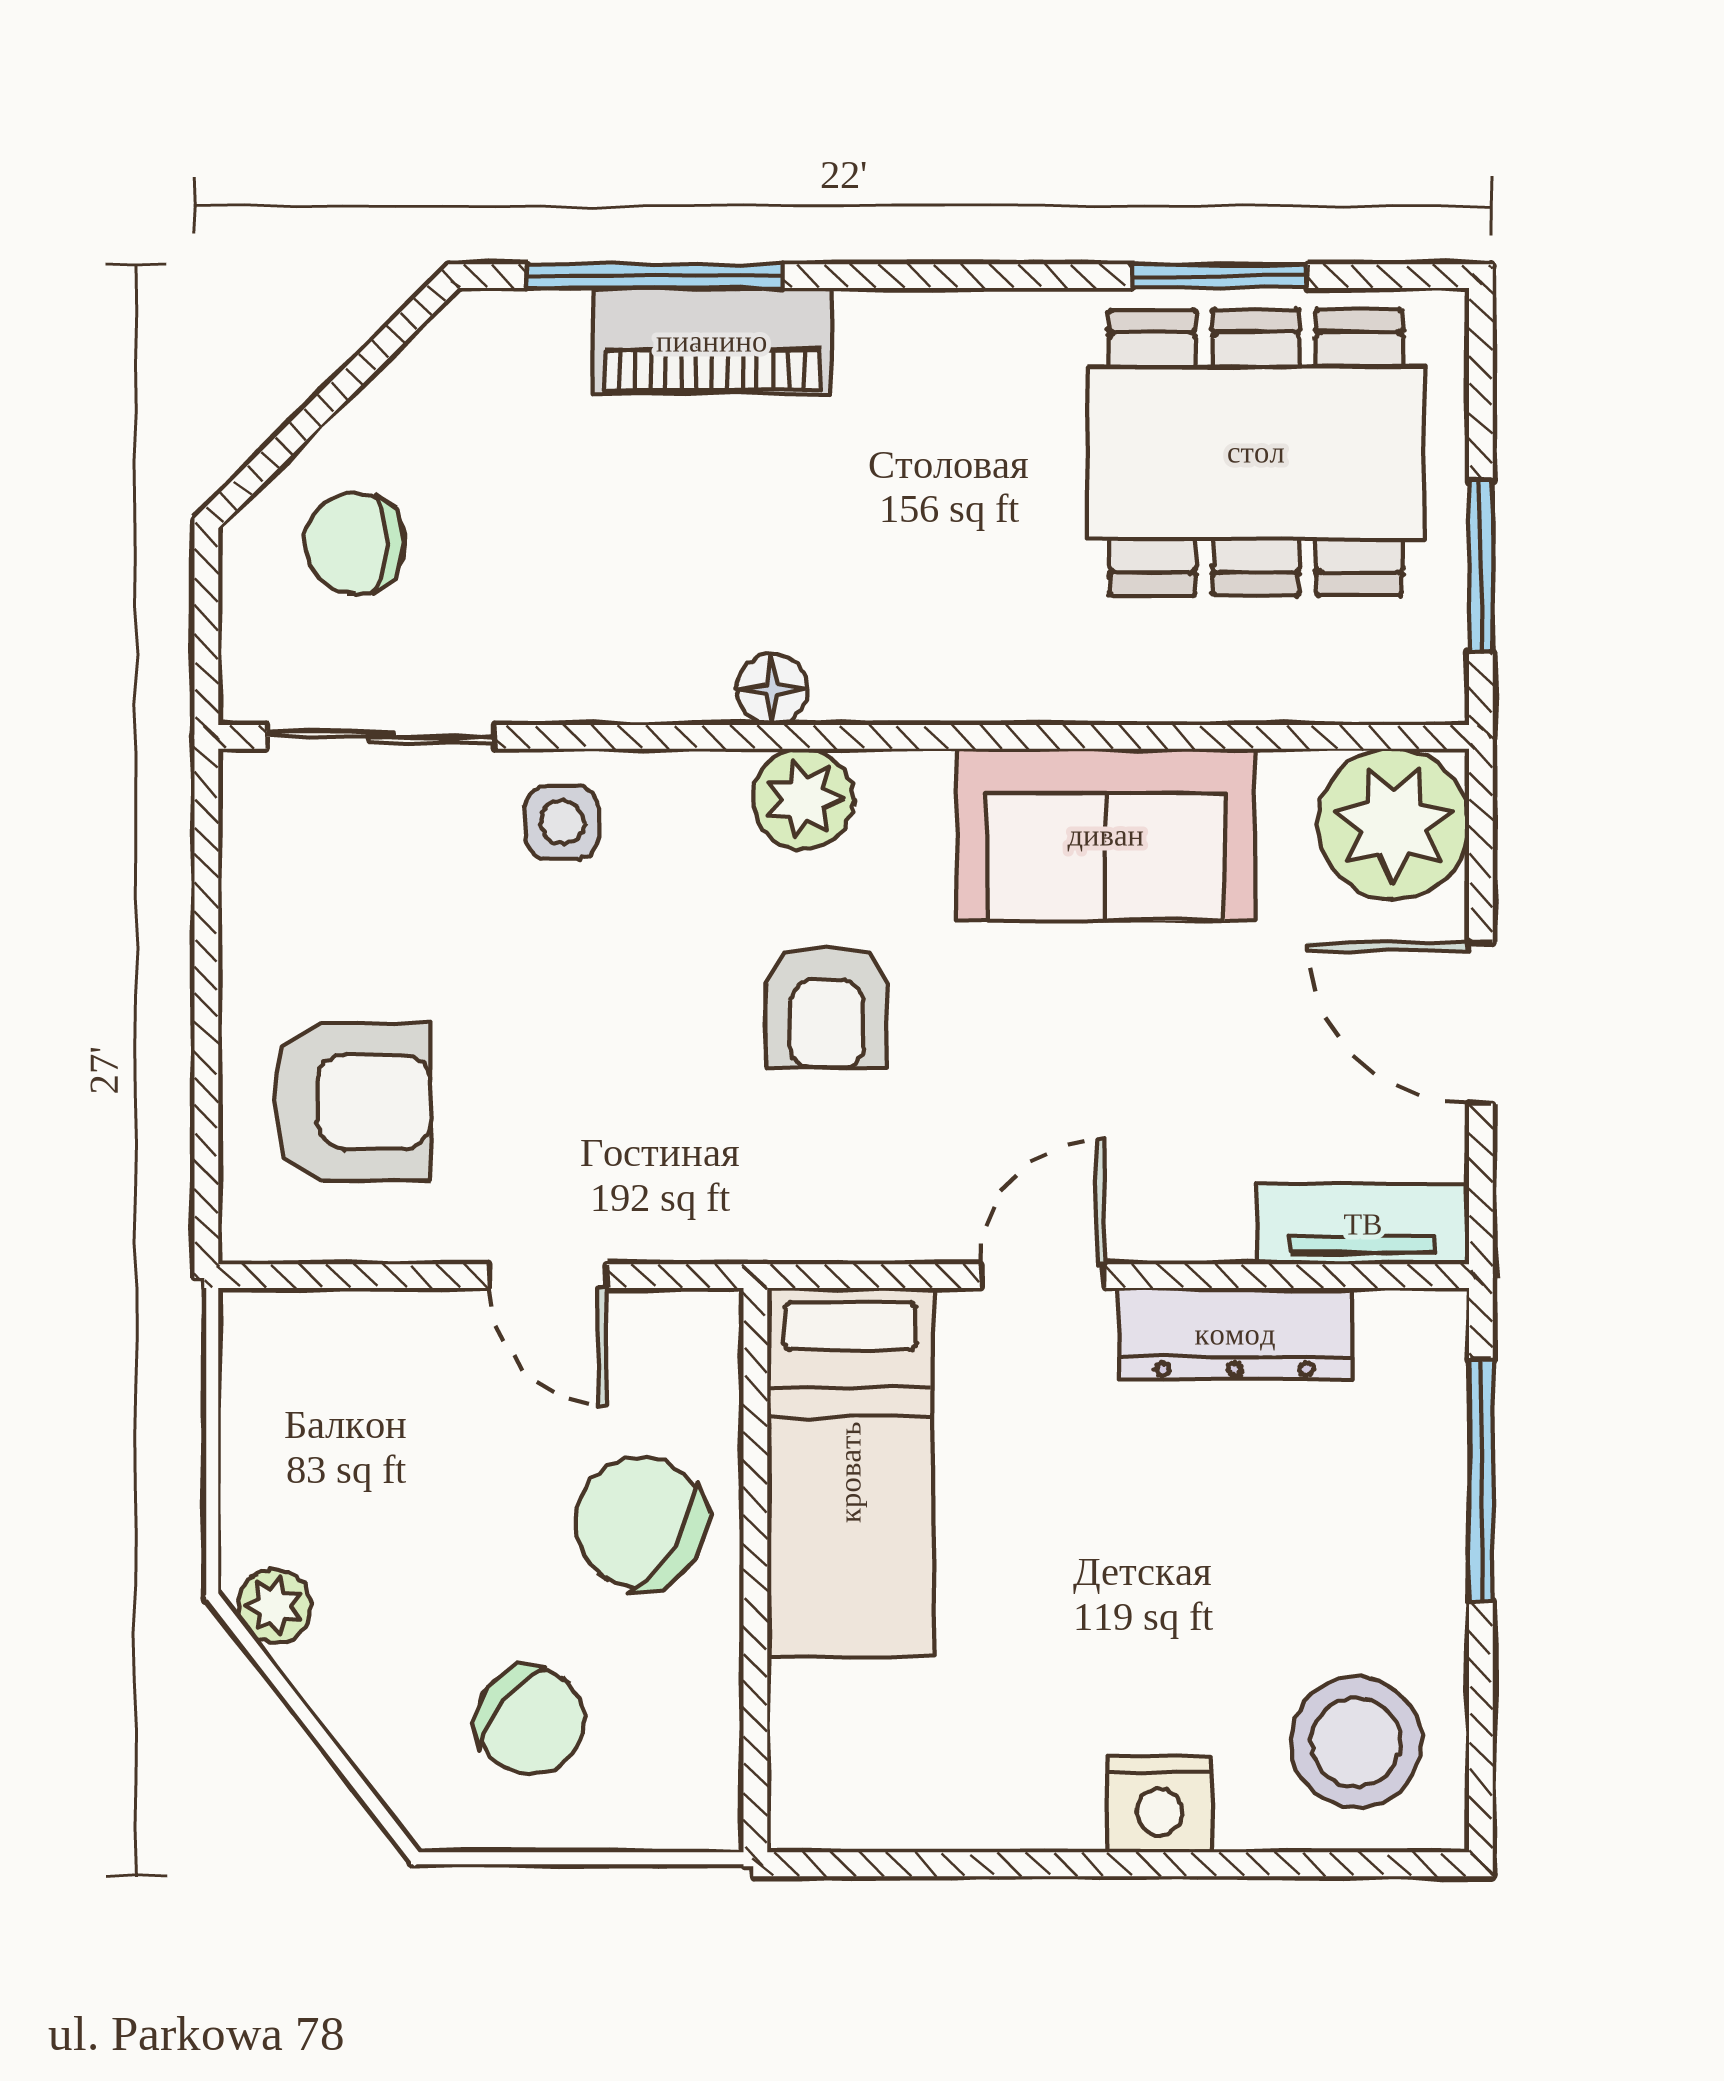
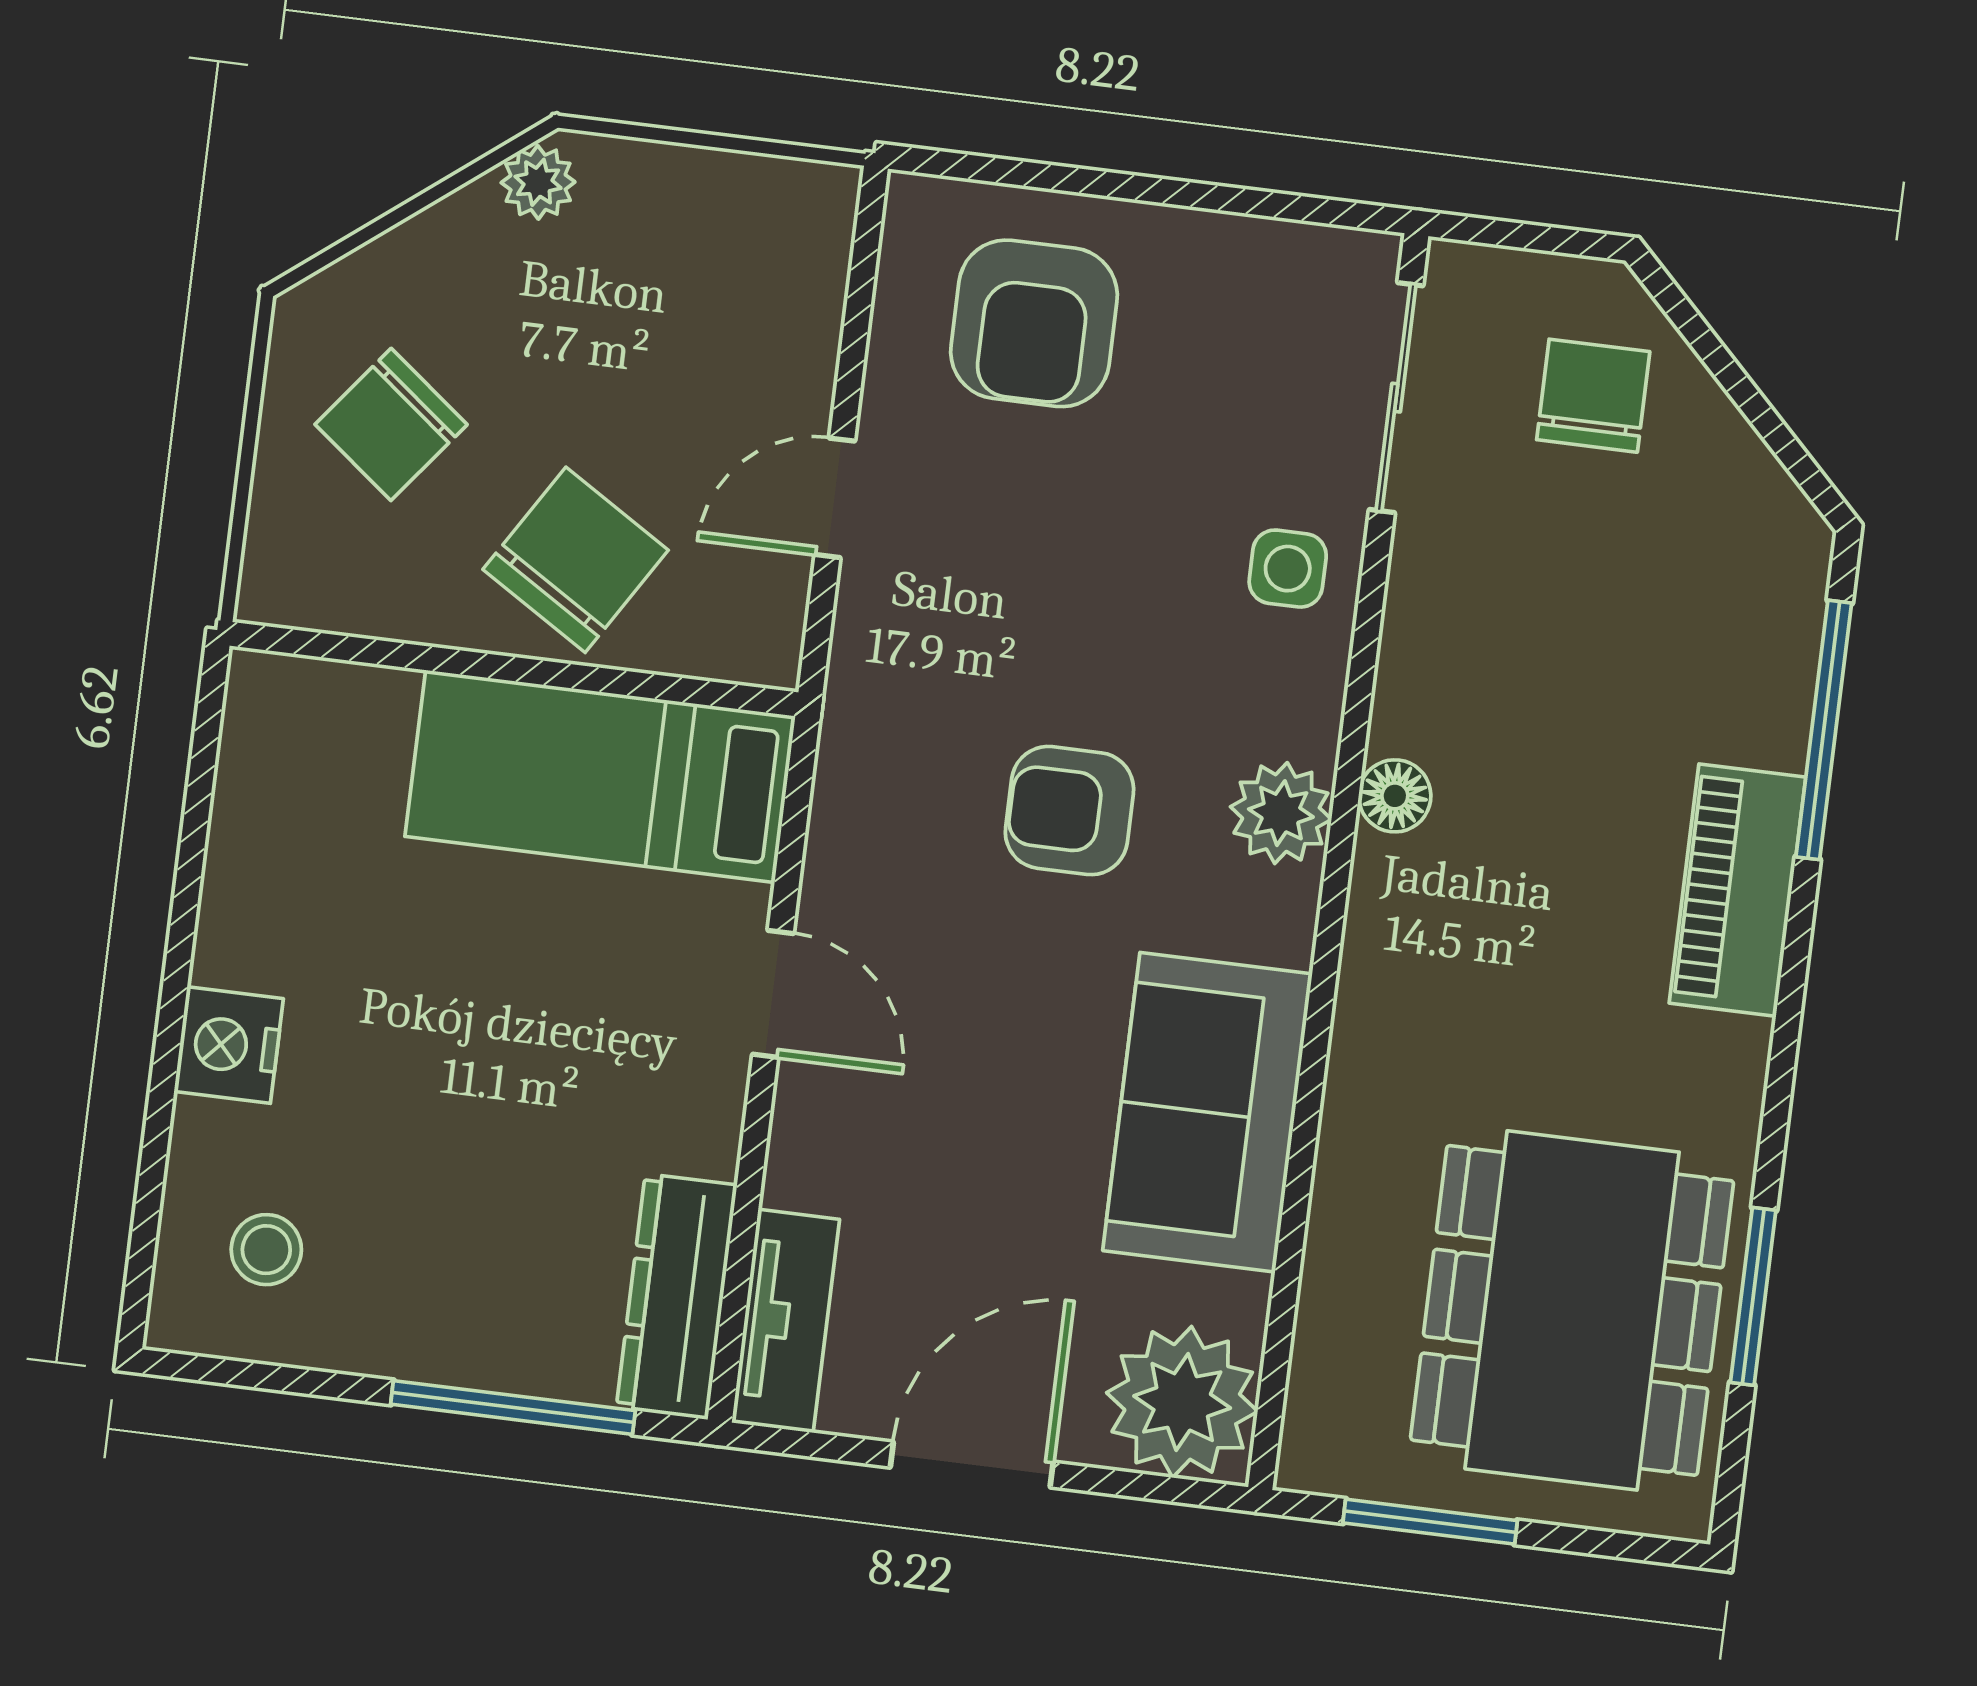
piano: (712, 341) -> (1738, 890), moved
dresser: (1235, 1334) -> (677, 1297), moved
stool: (1356, 1742) -> (266, 1250), width x0.53, depth x0.53

